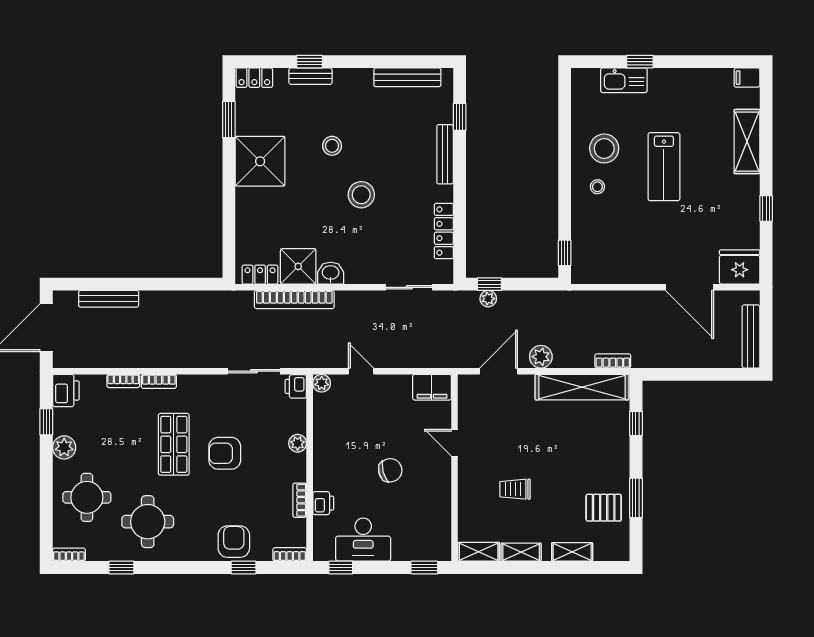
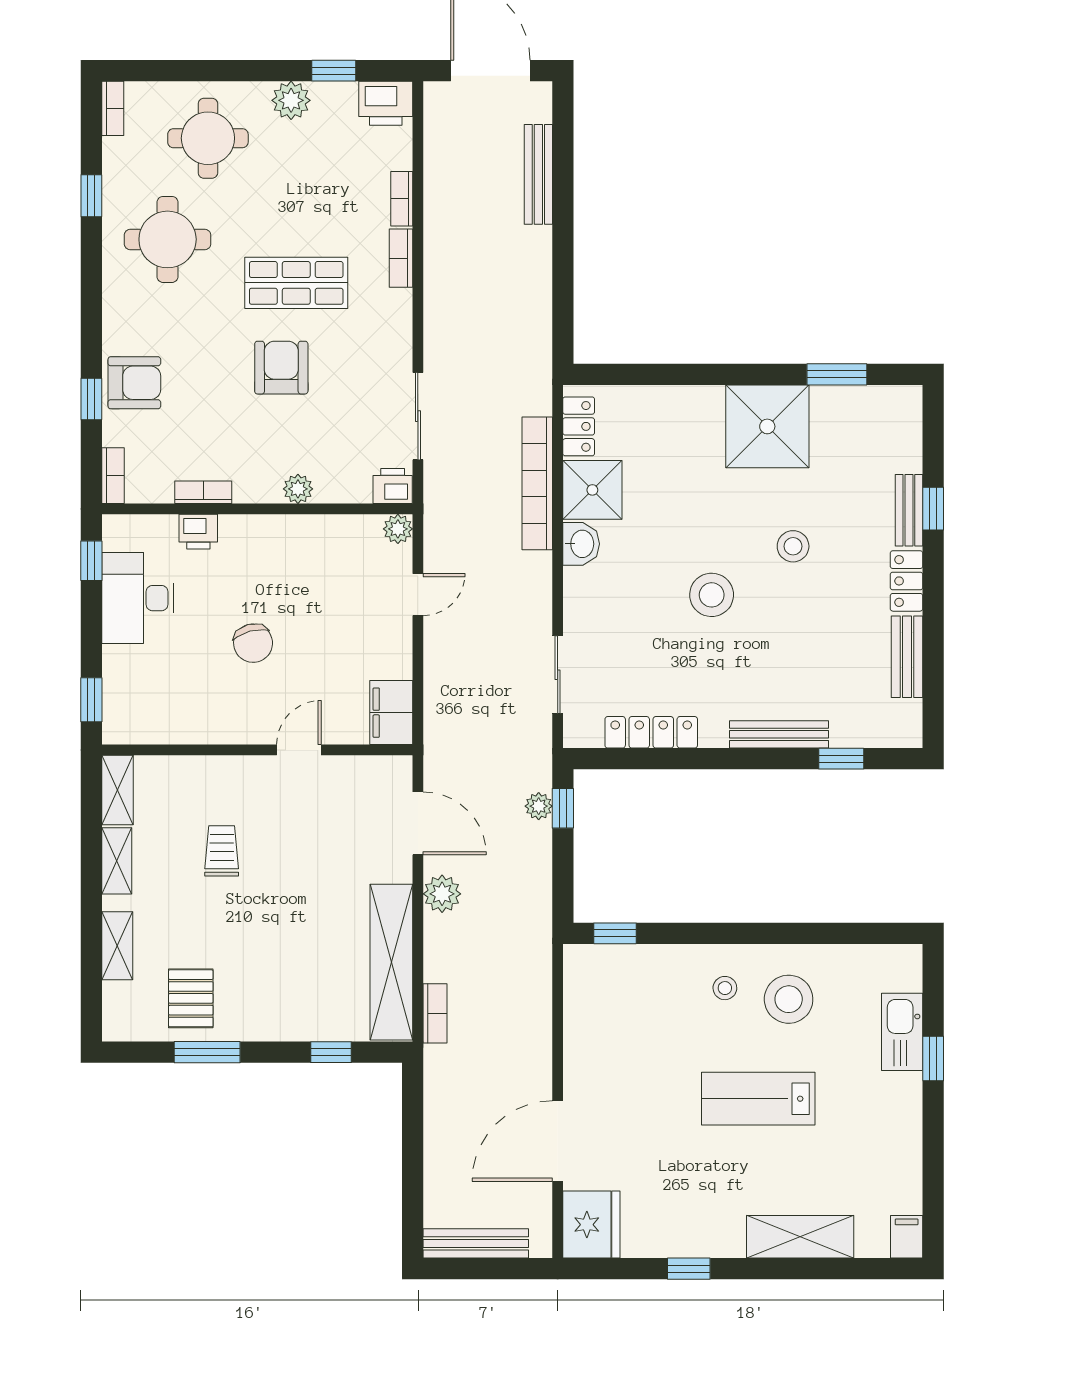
bench: (407, 77) -> (907, 657), width x0.73
locker: (254, 78) -> (906, 581), moved

